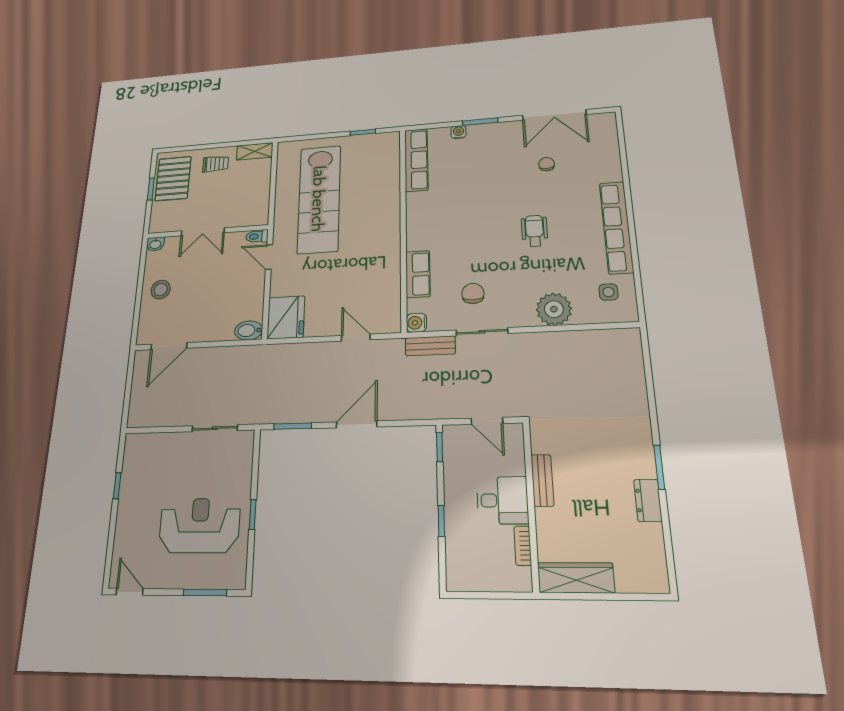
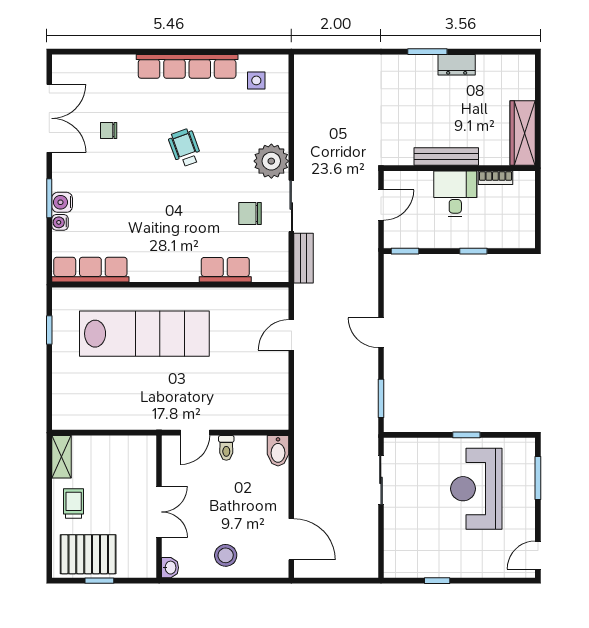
lab bench: (319, 199) -> (144, 334), moved
wheelchair: (534, 231) -> (185, 148), turned 70
toilet: (257, 236) -> (226, 448), moved
plant: (554, 309) -> (271, 161), moved
fridge: (286, 317) -> (265, 410), removed
water cooler: (416, 323) -> (62, 202), moved, turned 90
door: (357, 424) -> (381, 333), width x0.73
bench: (542, 480) -> (446, 157), width x1.36

